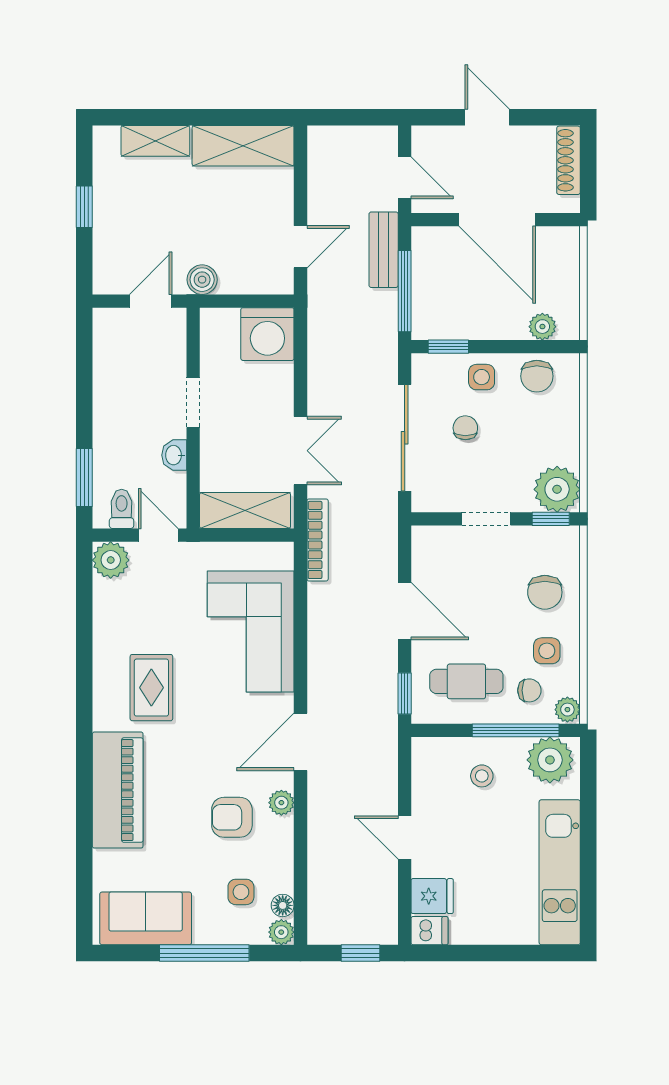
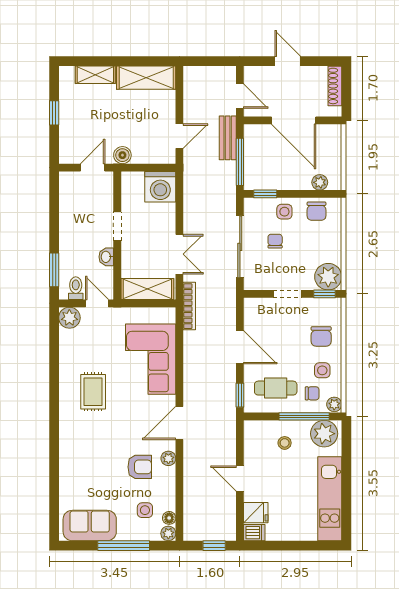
piano: (118, 790) -> (73, 451), removed
armchair: (232, 817) -> (140, 467), turned 180

